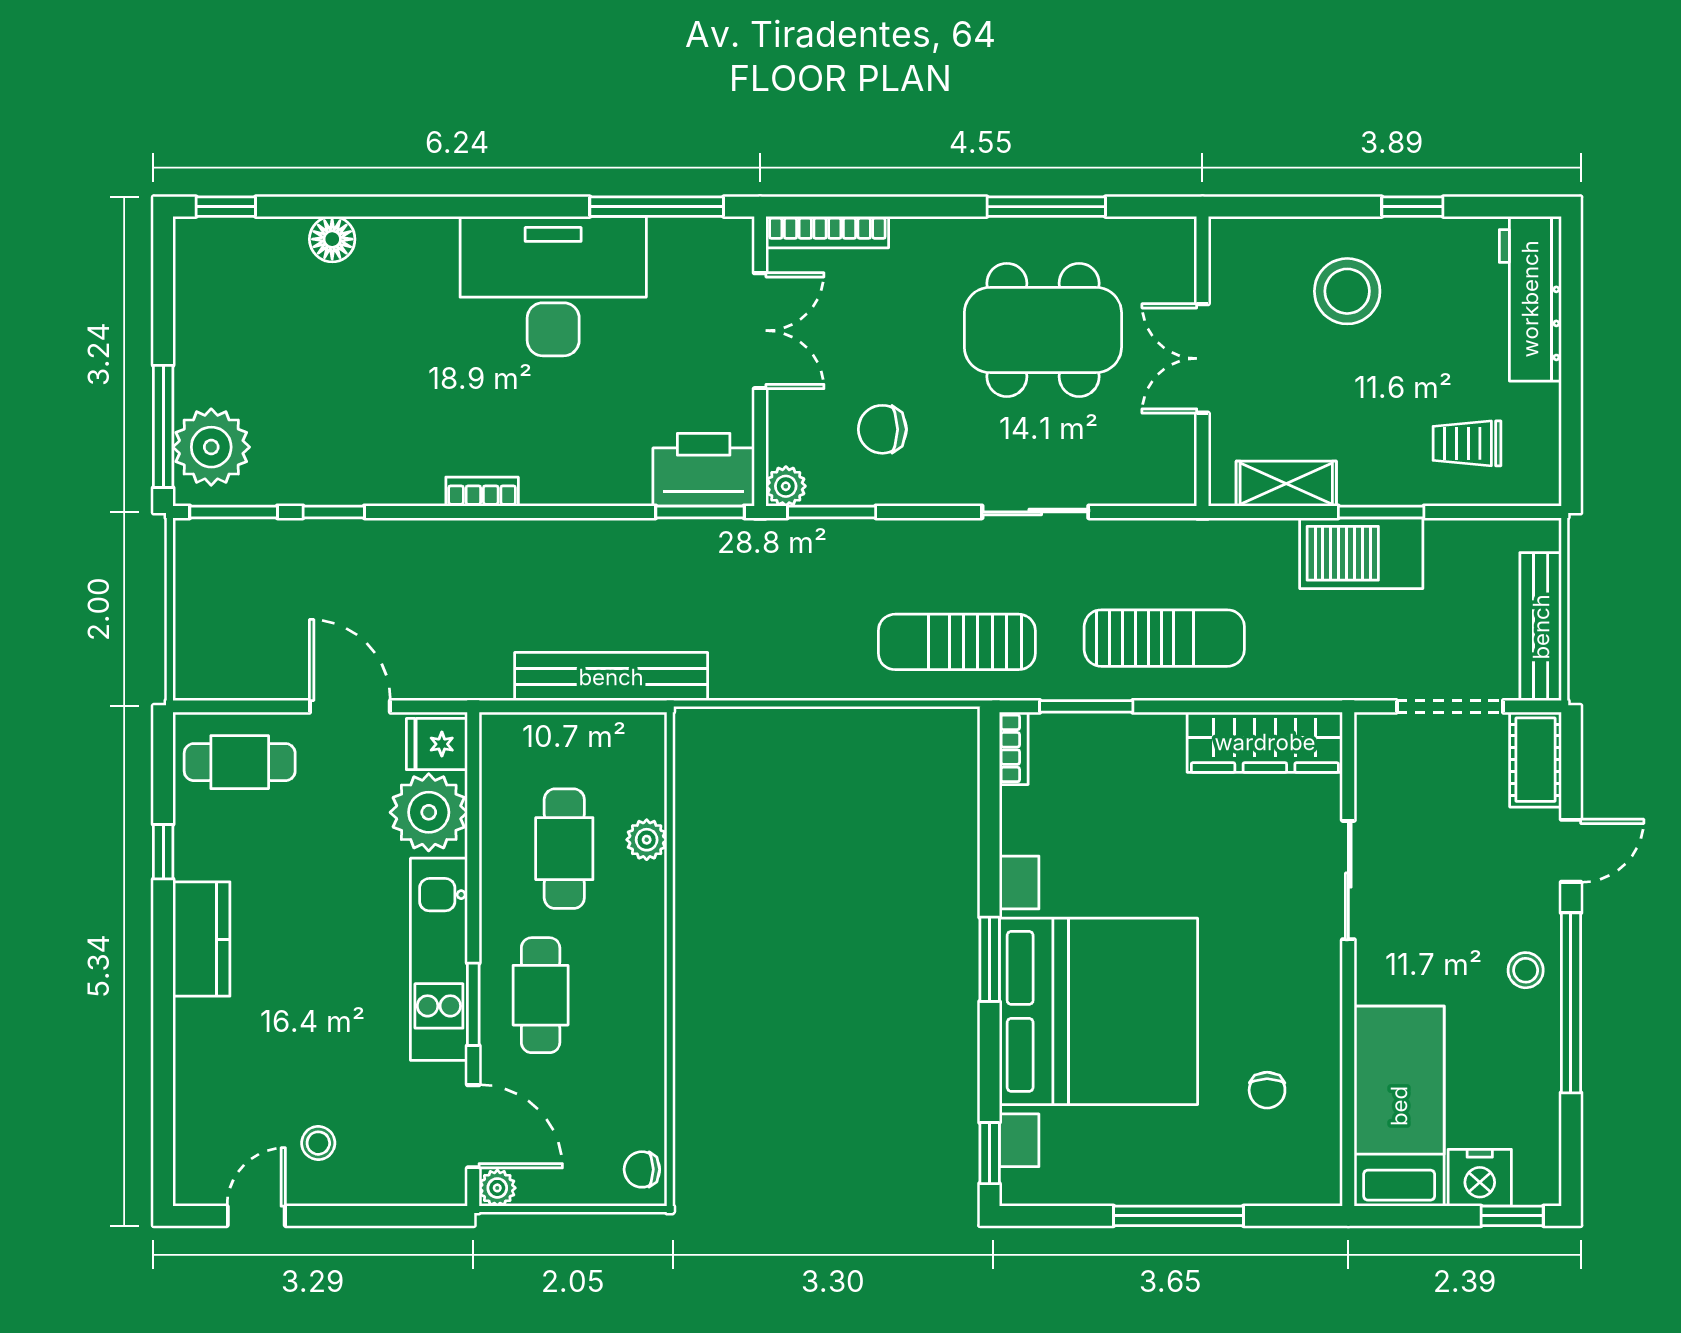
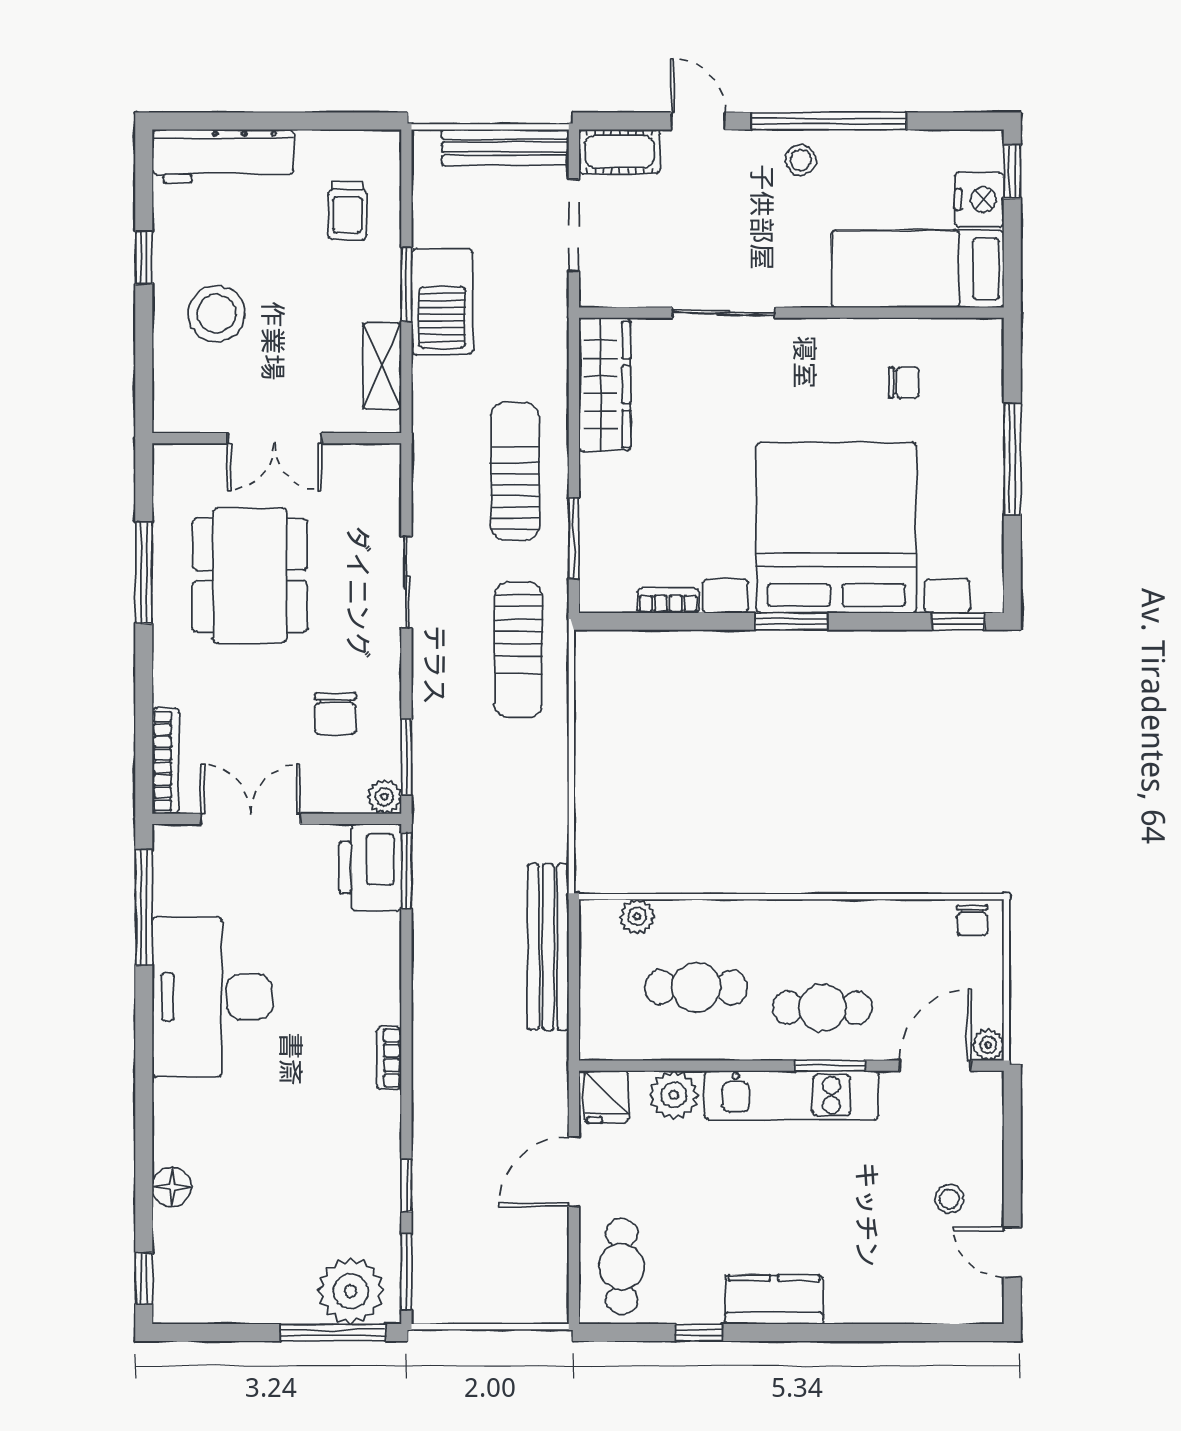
bookcase: (1014, 748) -> (668, 601), moved
plant: (429, 812) -> (674, 1095), width x0.73, depth x0.73
plant: (647, 840) -> (637, 916), moved

